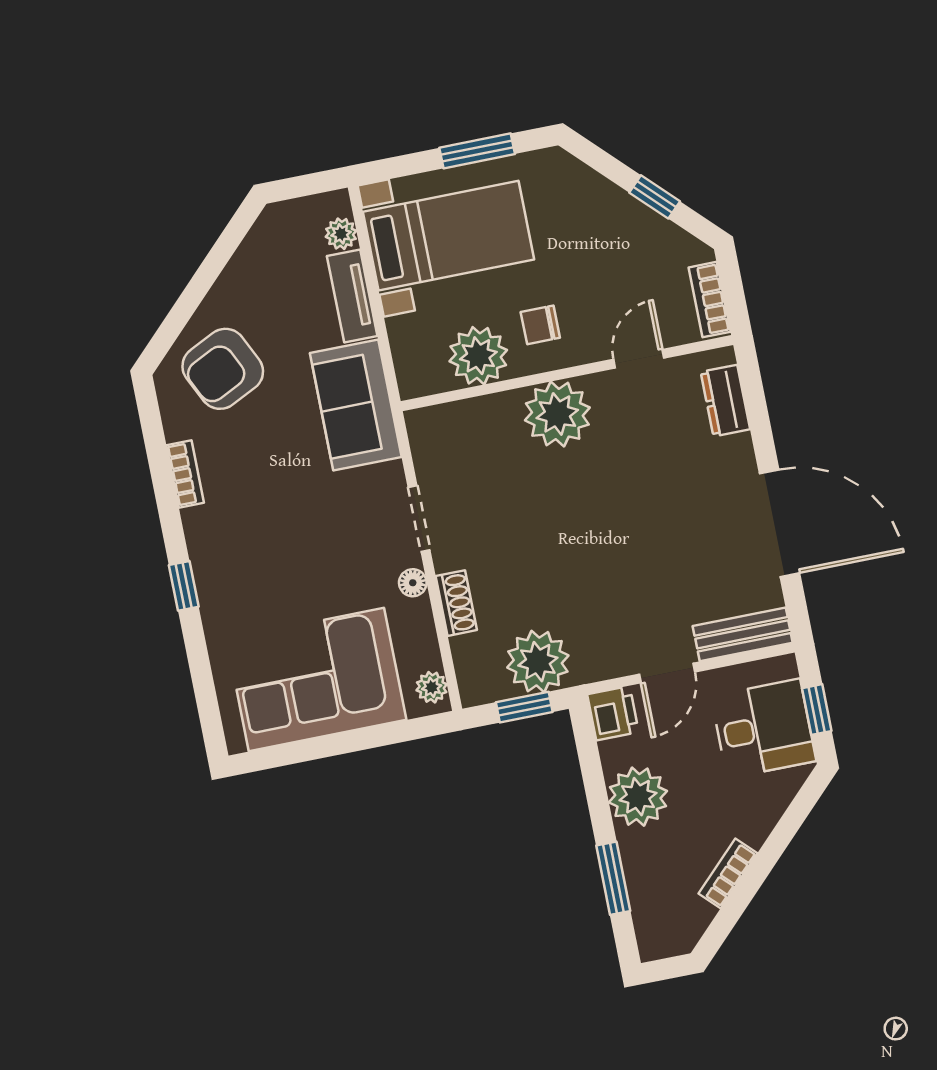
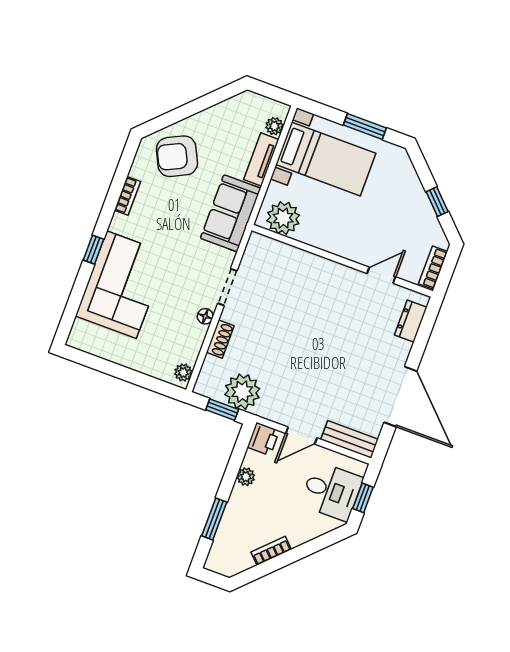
chair: (540, 325) -> (344, 229), removed
plant: (478, 356) -> (283, 218), moved
plant: (557, 414) -> (325, 278), removed
corner sofa: (316, 680) -> (122, 285), moved, turned 90
plant: (638, 797) -> (246, 477), width x0.53, depth x0.53

